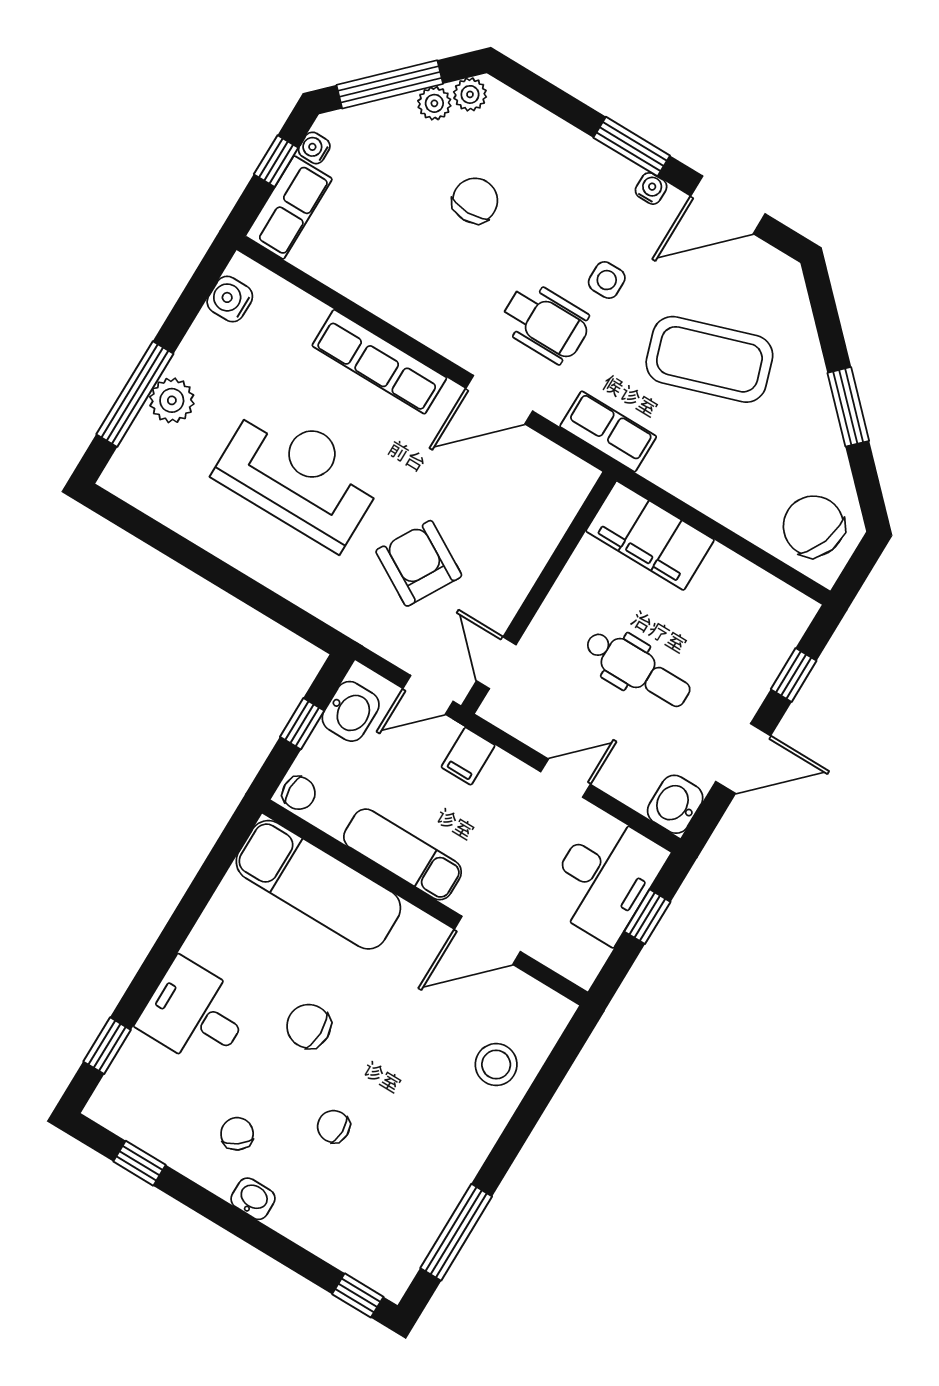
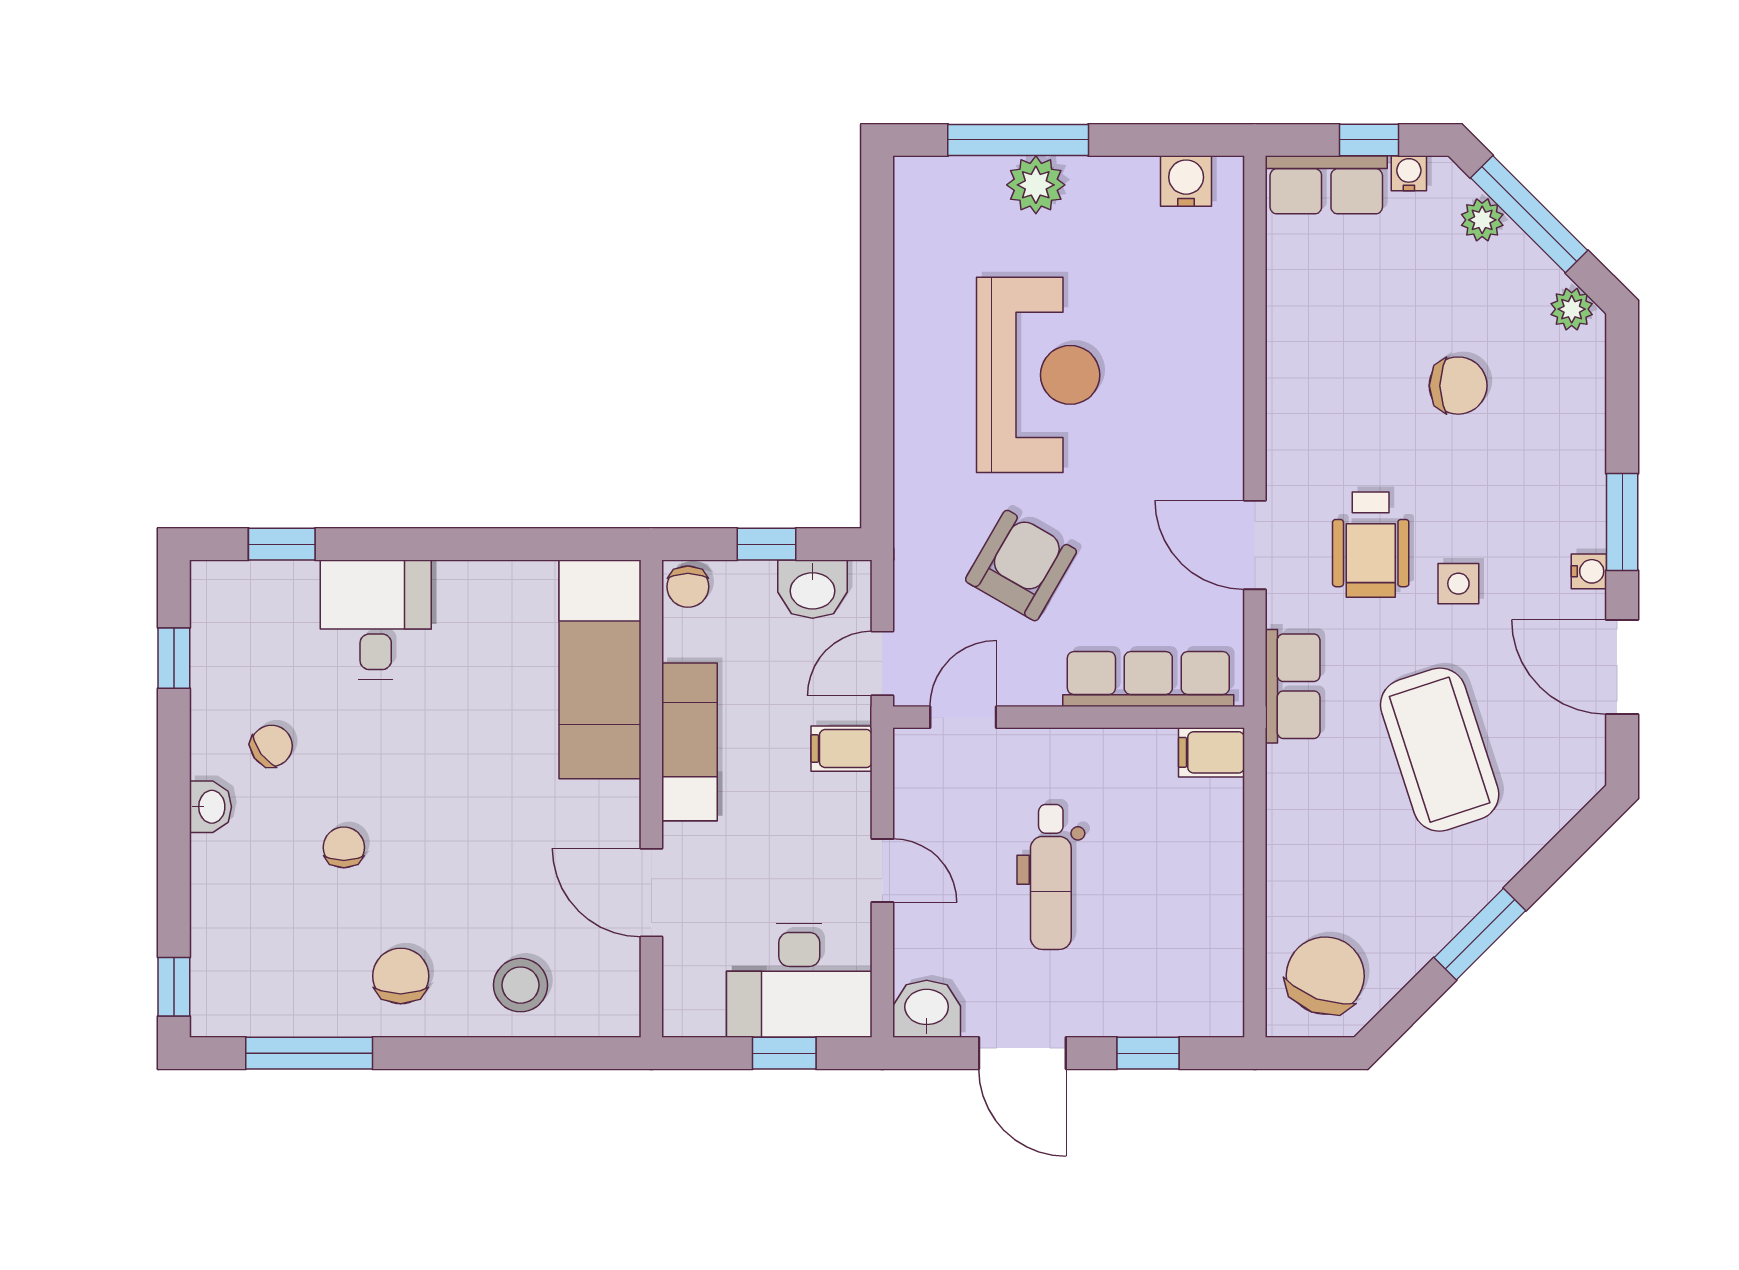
plant: (434, 103) -> (1482, 220), moved
row of seats: (379, 362) -> (1148, 679), moved, turned 90
filing cabinet: (650, 535) -> (1211, 752), width x0.33, depth x0.86
door: (428, 695) -> (882, 663), hinge flipped
chair: (309, 1026) -> (401, 976), moved

